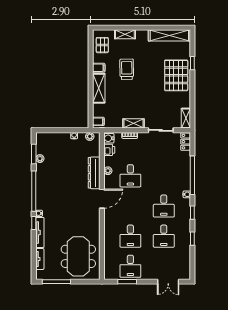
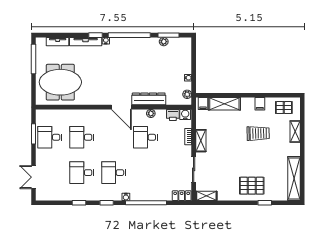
pallet: (176, 75) -> (252, 186), width x0.73, depth x0.71
shelving: (99, 88) -> (224, 104), moved

